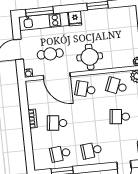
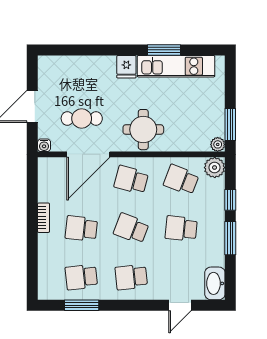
window: (40, 11) -> (72, 50), removed
kitchen unit: (44, 21) -> (176, 66), moved
door: (57, 76) -> (88, 154), hinge flipped
school desk: (88, 120) -> (131, 228), added

